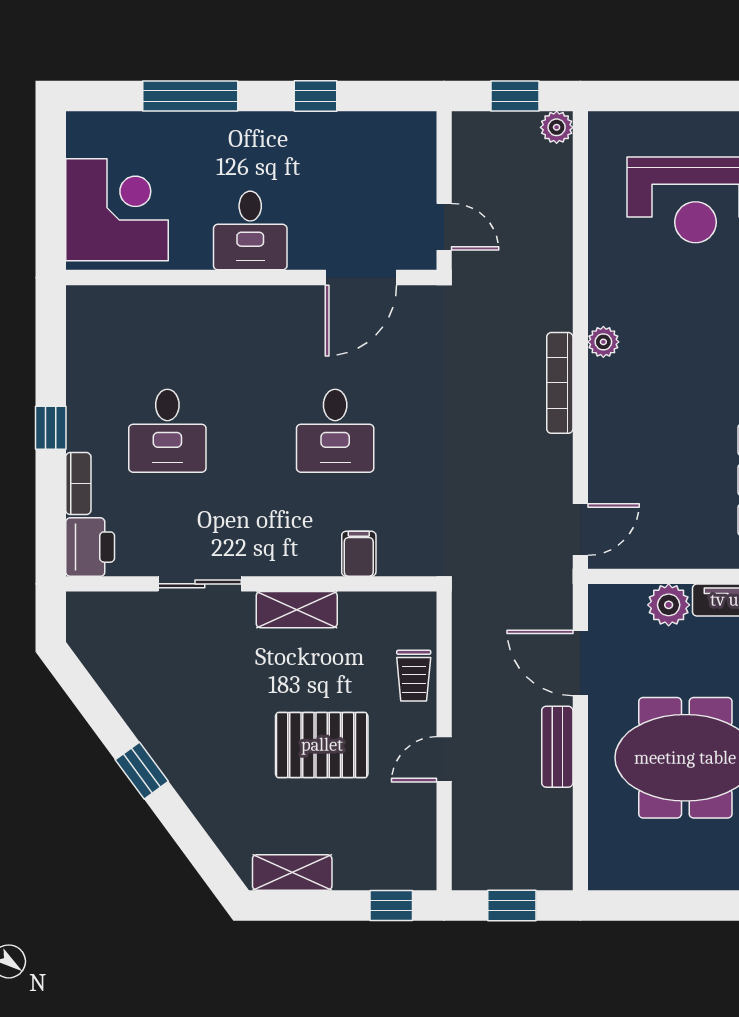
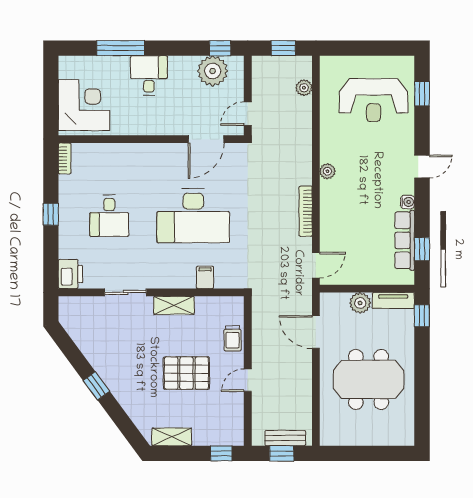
window: (316, 96) -> (220, 48), moved
plant: (557, 127) -> (304, 88), moved
plant: (374, 141) -> (213, 71), added
door: (444, 227) -> (248, 114), swing flipped
desk: (250, 231) -> (149, 76), moved, turned 180
bookcase: (560, 383) -> (306, 211), moved
desk: (335, 431) -> (193, 216), width x1.87, depth x1.30
bookcase: (78, 484) -> (65, 158), moved
bench: (557, 747) -> (285, 438), moved, turned 90

